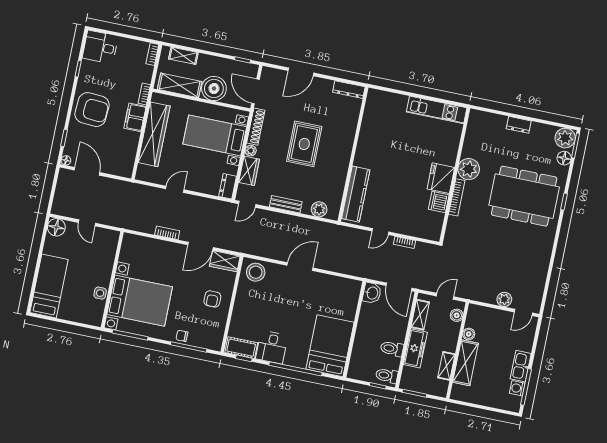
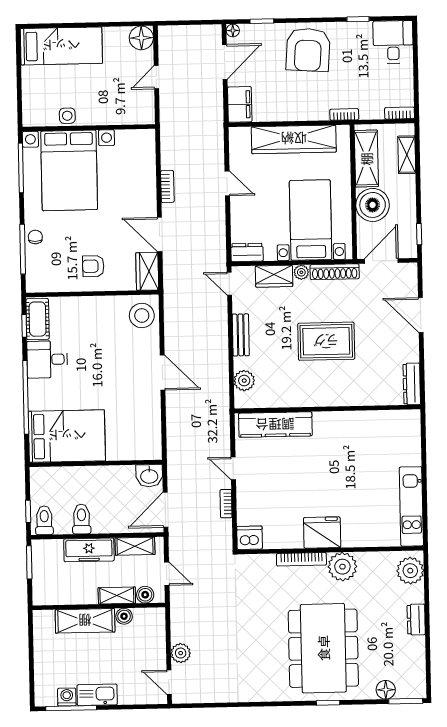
filing cabinet: (135, 117) -> (240, 104), moved, turned 90
plant: (565, 138) -> (410, 571), moved
dishwasher: (439, 202) -> (250, 538), moved
shelving: (446, 366) -> (117, 595), moved

